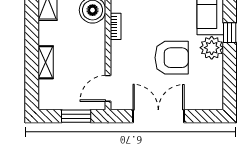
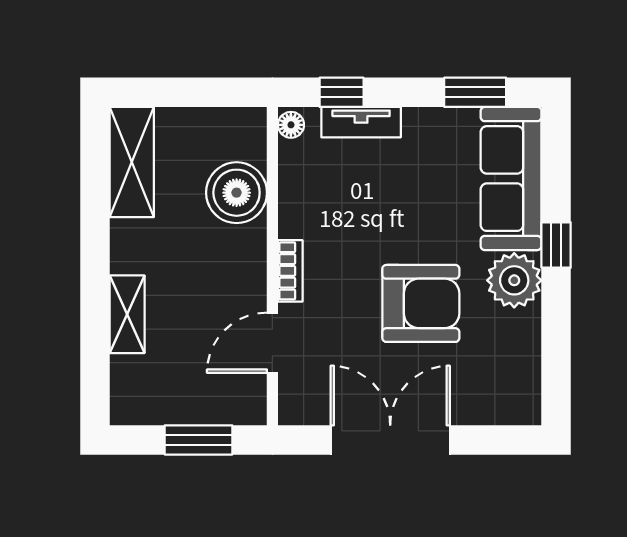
bookcase: (116, 26) -> (290, 271), moved
door: (108, 88) -> (272, 343), moved

